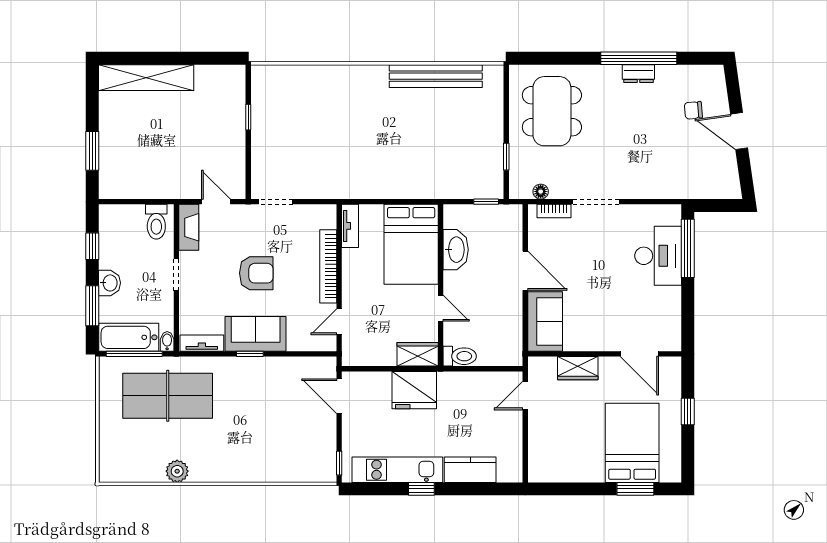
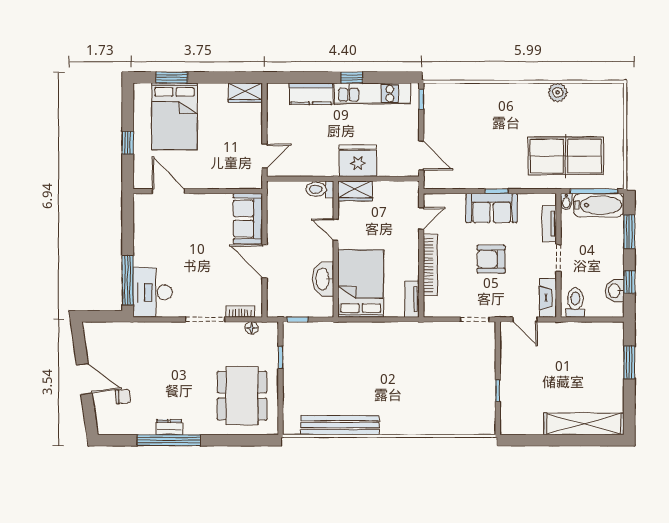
desk: (658, 256) -> (153, 292), moved
washbasin: (109, 283) -> (615, 291), moved
tv unit: (202, 343) -> (549, 224), moved, turned 90
wardrobe: (578, 368) -> (245, 93), moved, turned 180

